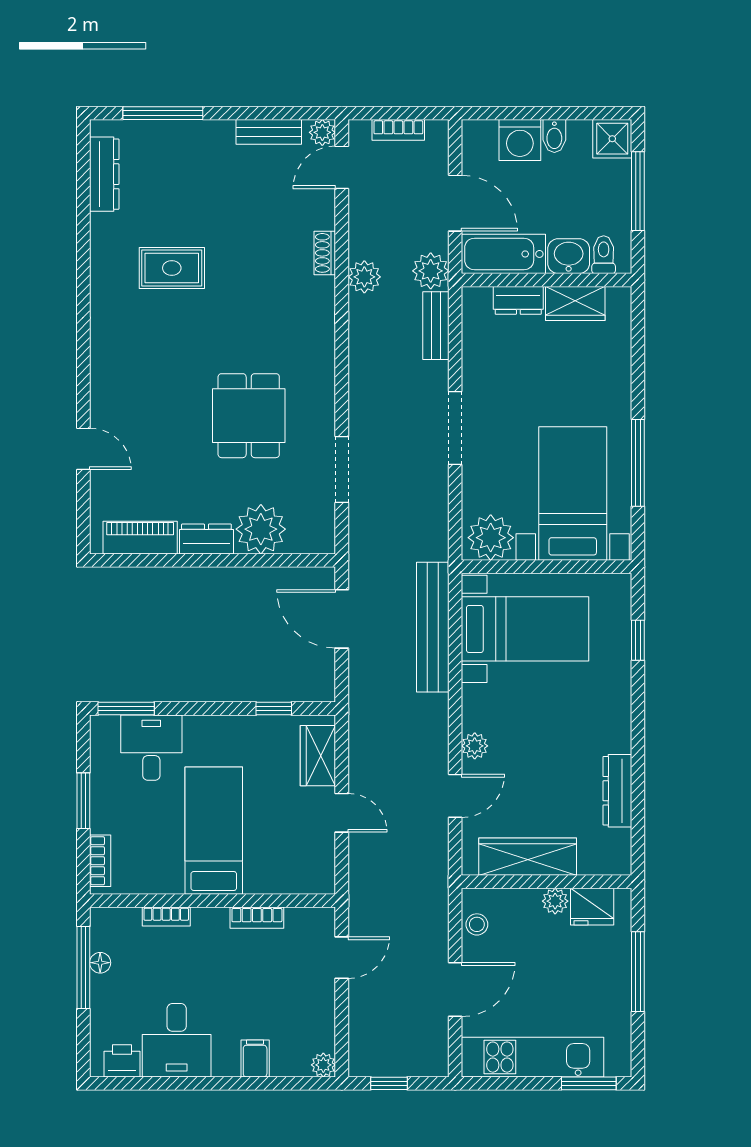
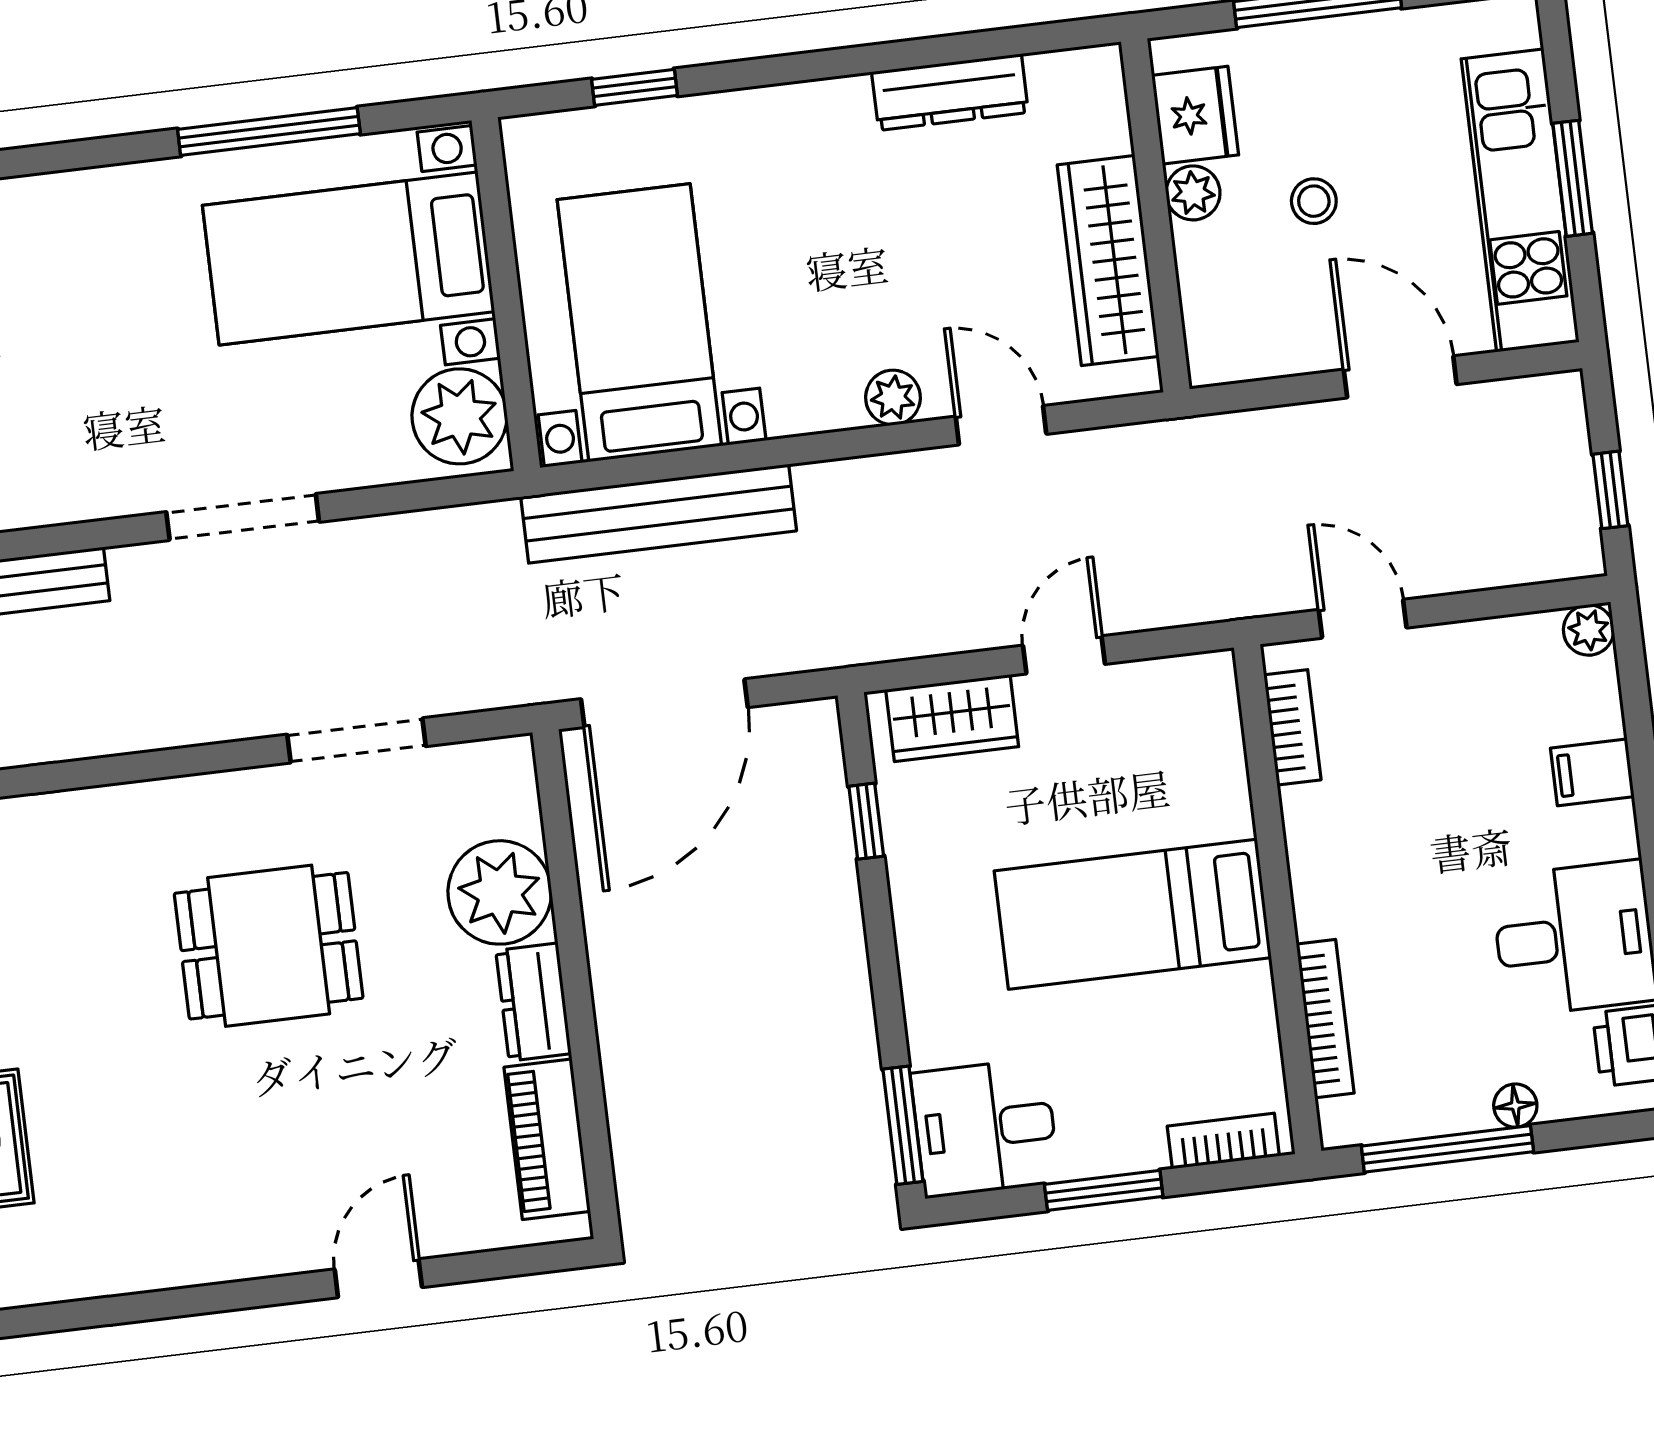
door: (342, 619) -> (664, 703), width x1.36
desk: (151, 748) -> (985, 1128), moved
bookcase: (166, 917) -> (1325, 1019), width x1.56
bookcase: (257, 918) -> (1292, 727), moved
stool: (477, 924) -> (1314, 201), moved
floor lamp: (100, 963) -> (1515, 1106), moved
window: (589, 1083) -> (1573, 178), moved

